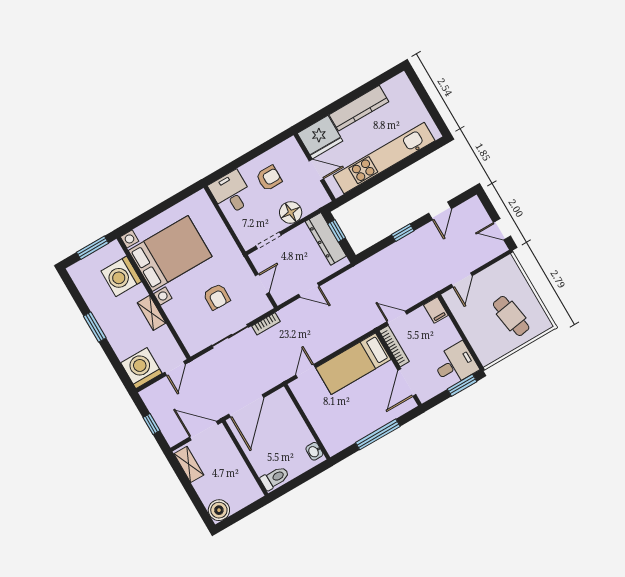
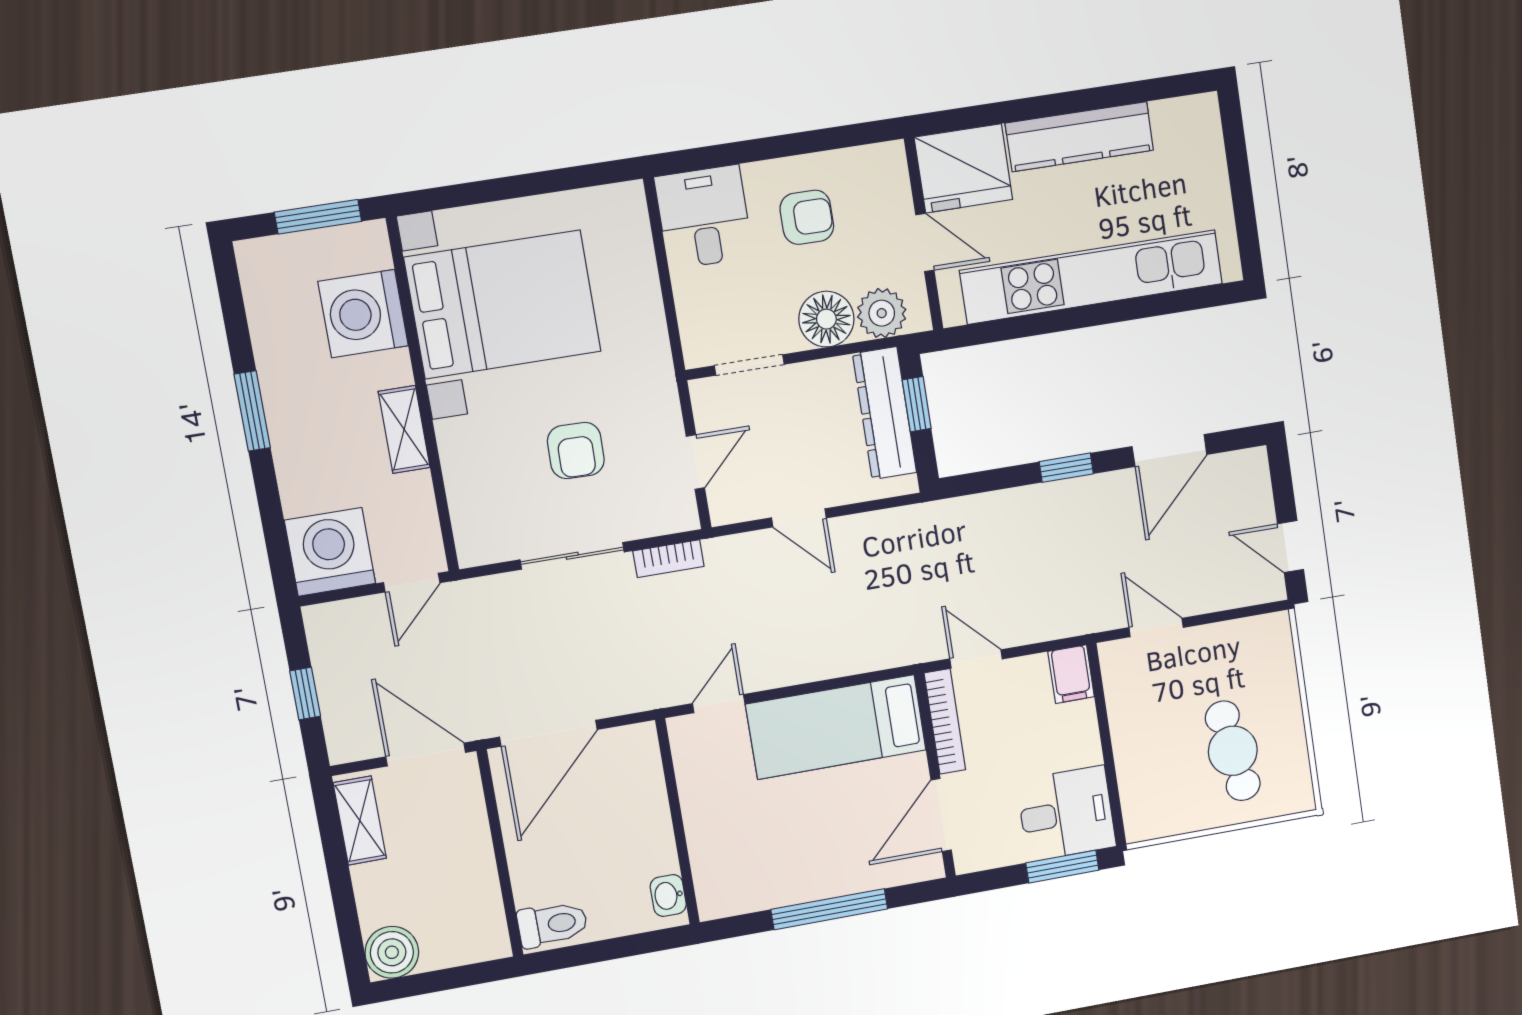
plant: (310, 202) -> (882, 313), added
door: (440, 211) -> (1170, 450), width x1.38
door: (462, 280) -> (1156, 628), swing flipped

